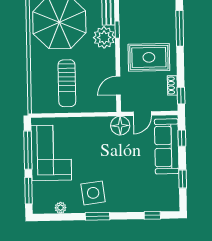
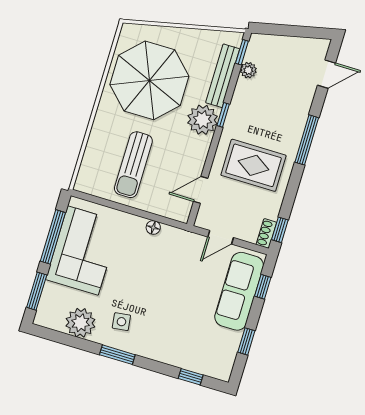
shoe rack: (172, 85) -> (266, 233), moved
floor lamp: (120, 126) -> (153, 227), moved, width x0.53, depth x0.53
side table: (93, 193) -> (121, 322), width x0.54, depth x0.54
plant: (61, 208) -> (80, 323), width x1.88, depth x1.88

